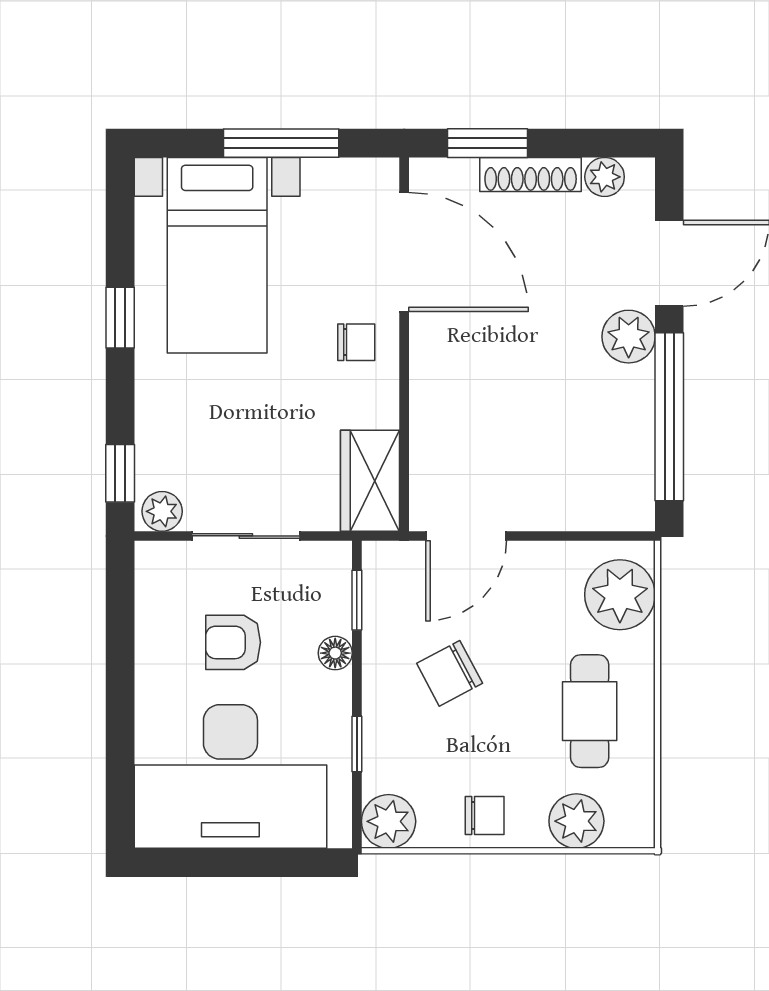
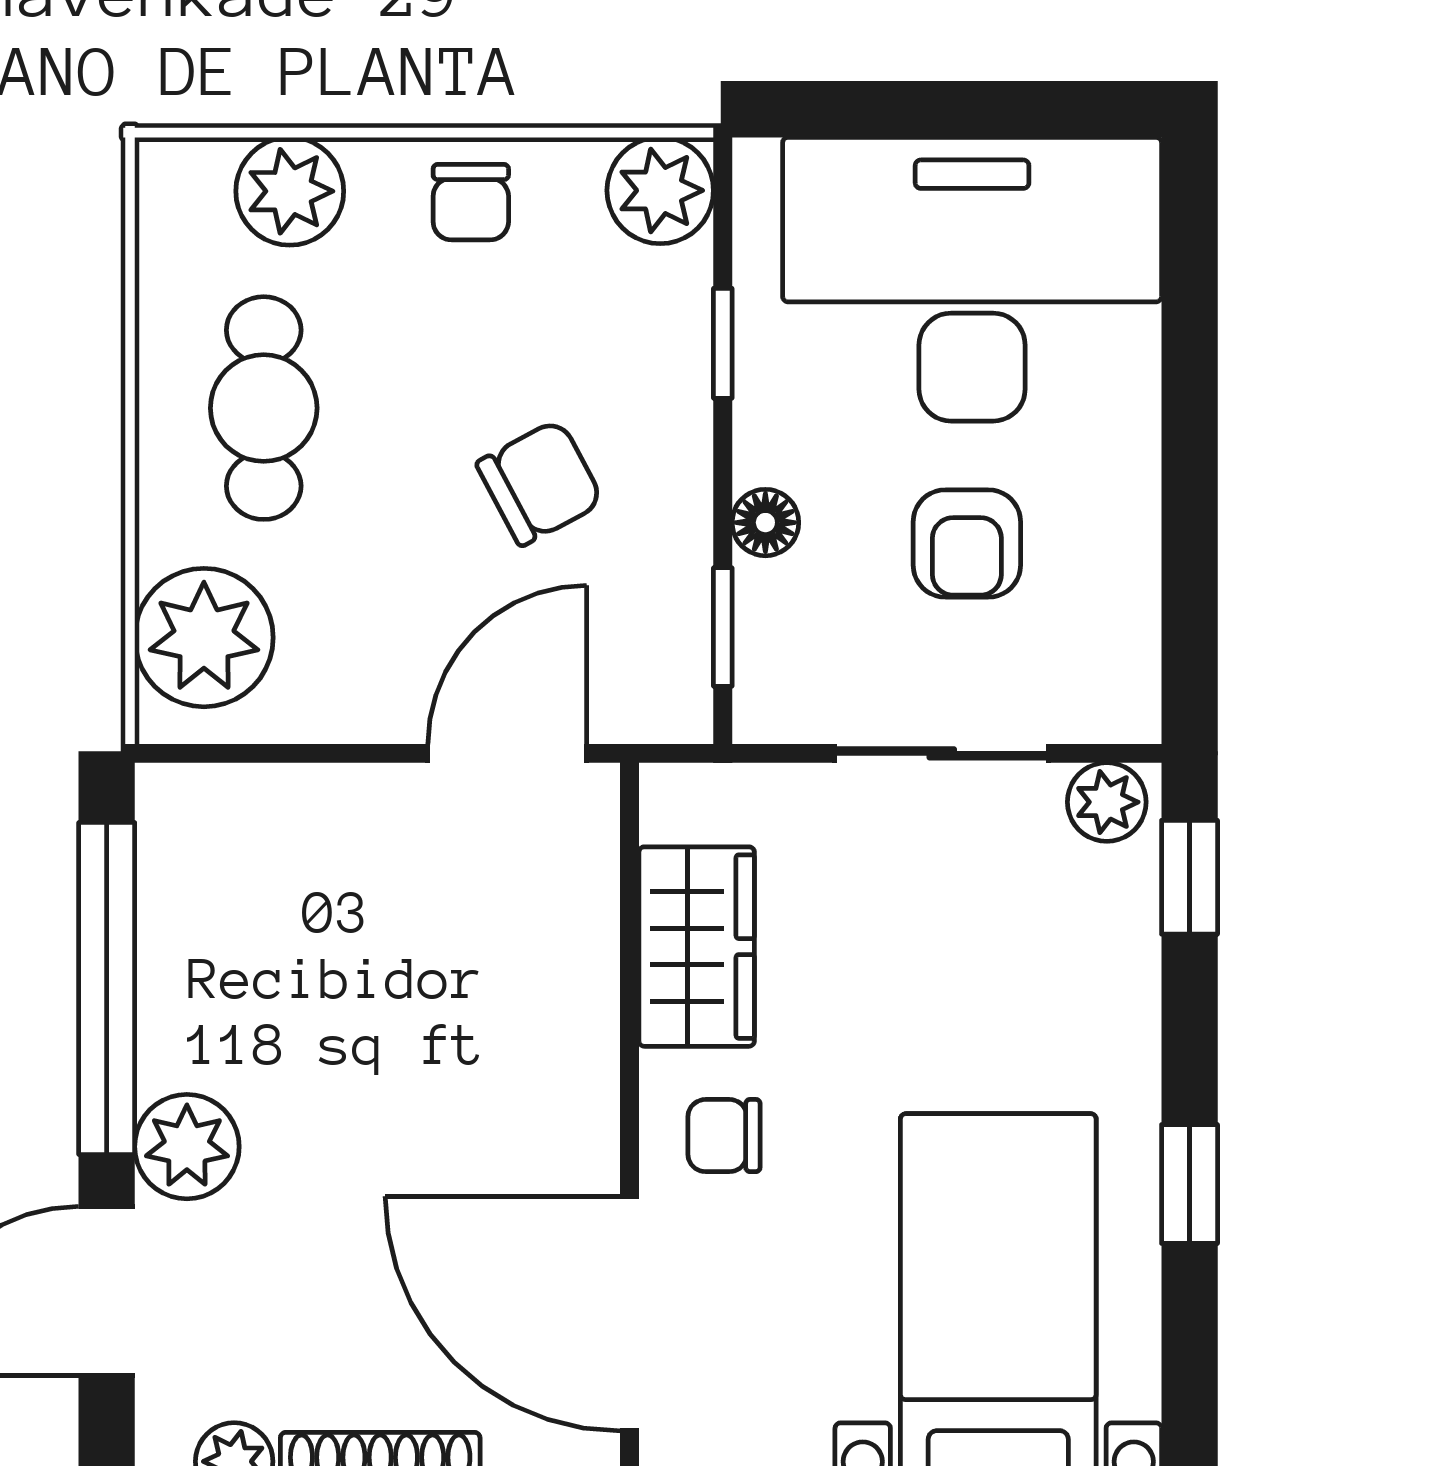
wardrobe: (370, 481) -> (697, 947), moved
armchair: (233, 642) -> (967, 544), turned 90
chair: (485, 816) -> (471, 202), turned -90

